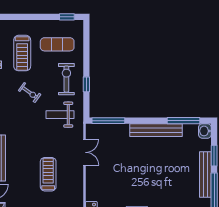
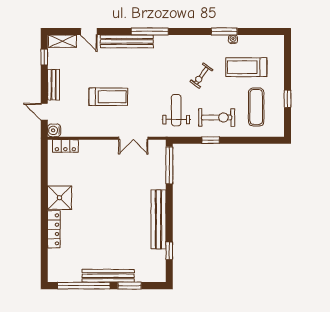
window: (67, 17) -> (288, 99), moved
window: (183, 121) -> (169, 251), width x0.46
washbasin: (205, 131) -> (158, 275), removed

